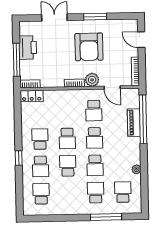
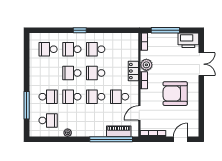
window: (95, 17) -> (201, 99), removed
printer: (28, 48) -> (188, 40), moved
plant: (92, 80) -> (146, 65), moved
locker: (32, 96) -> (133, 71), moved
piano: (134, 123) -> (119, 131), moved
school desk: (40, 139) -> (96, 49), turned 180
school desk: (68, 166) -> (72, 73), turned 180
school desk: (41, 194) -> (48, 49), turned 180

